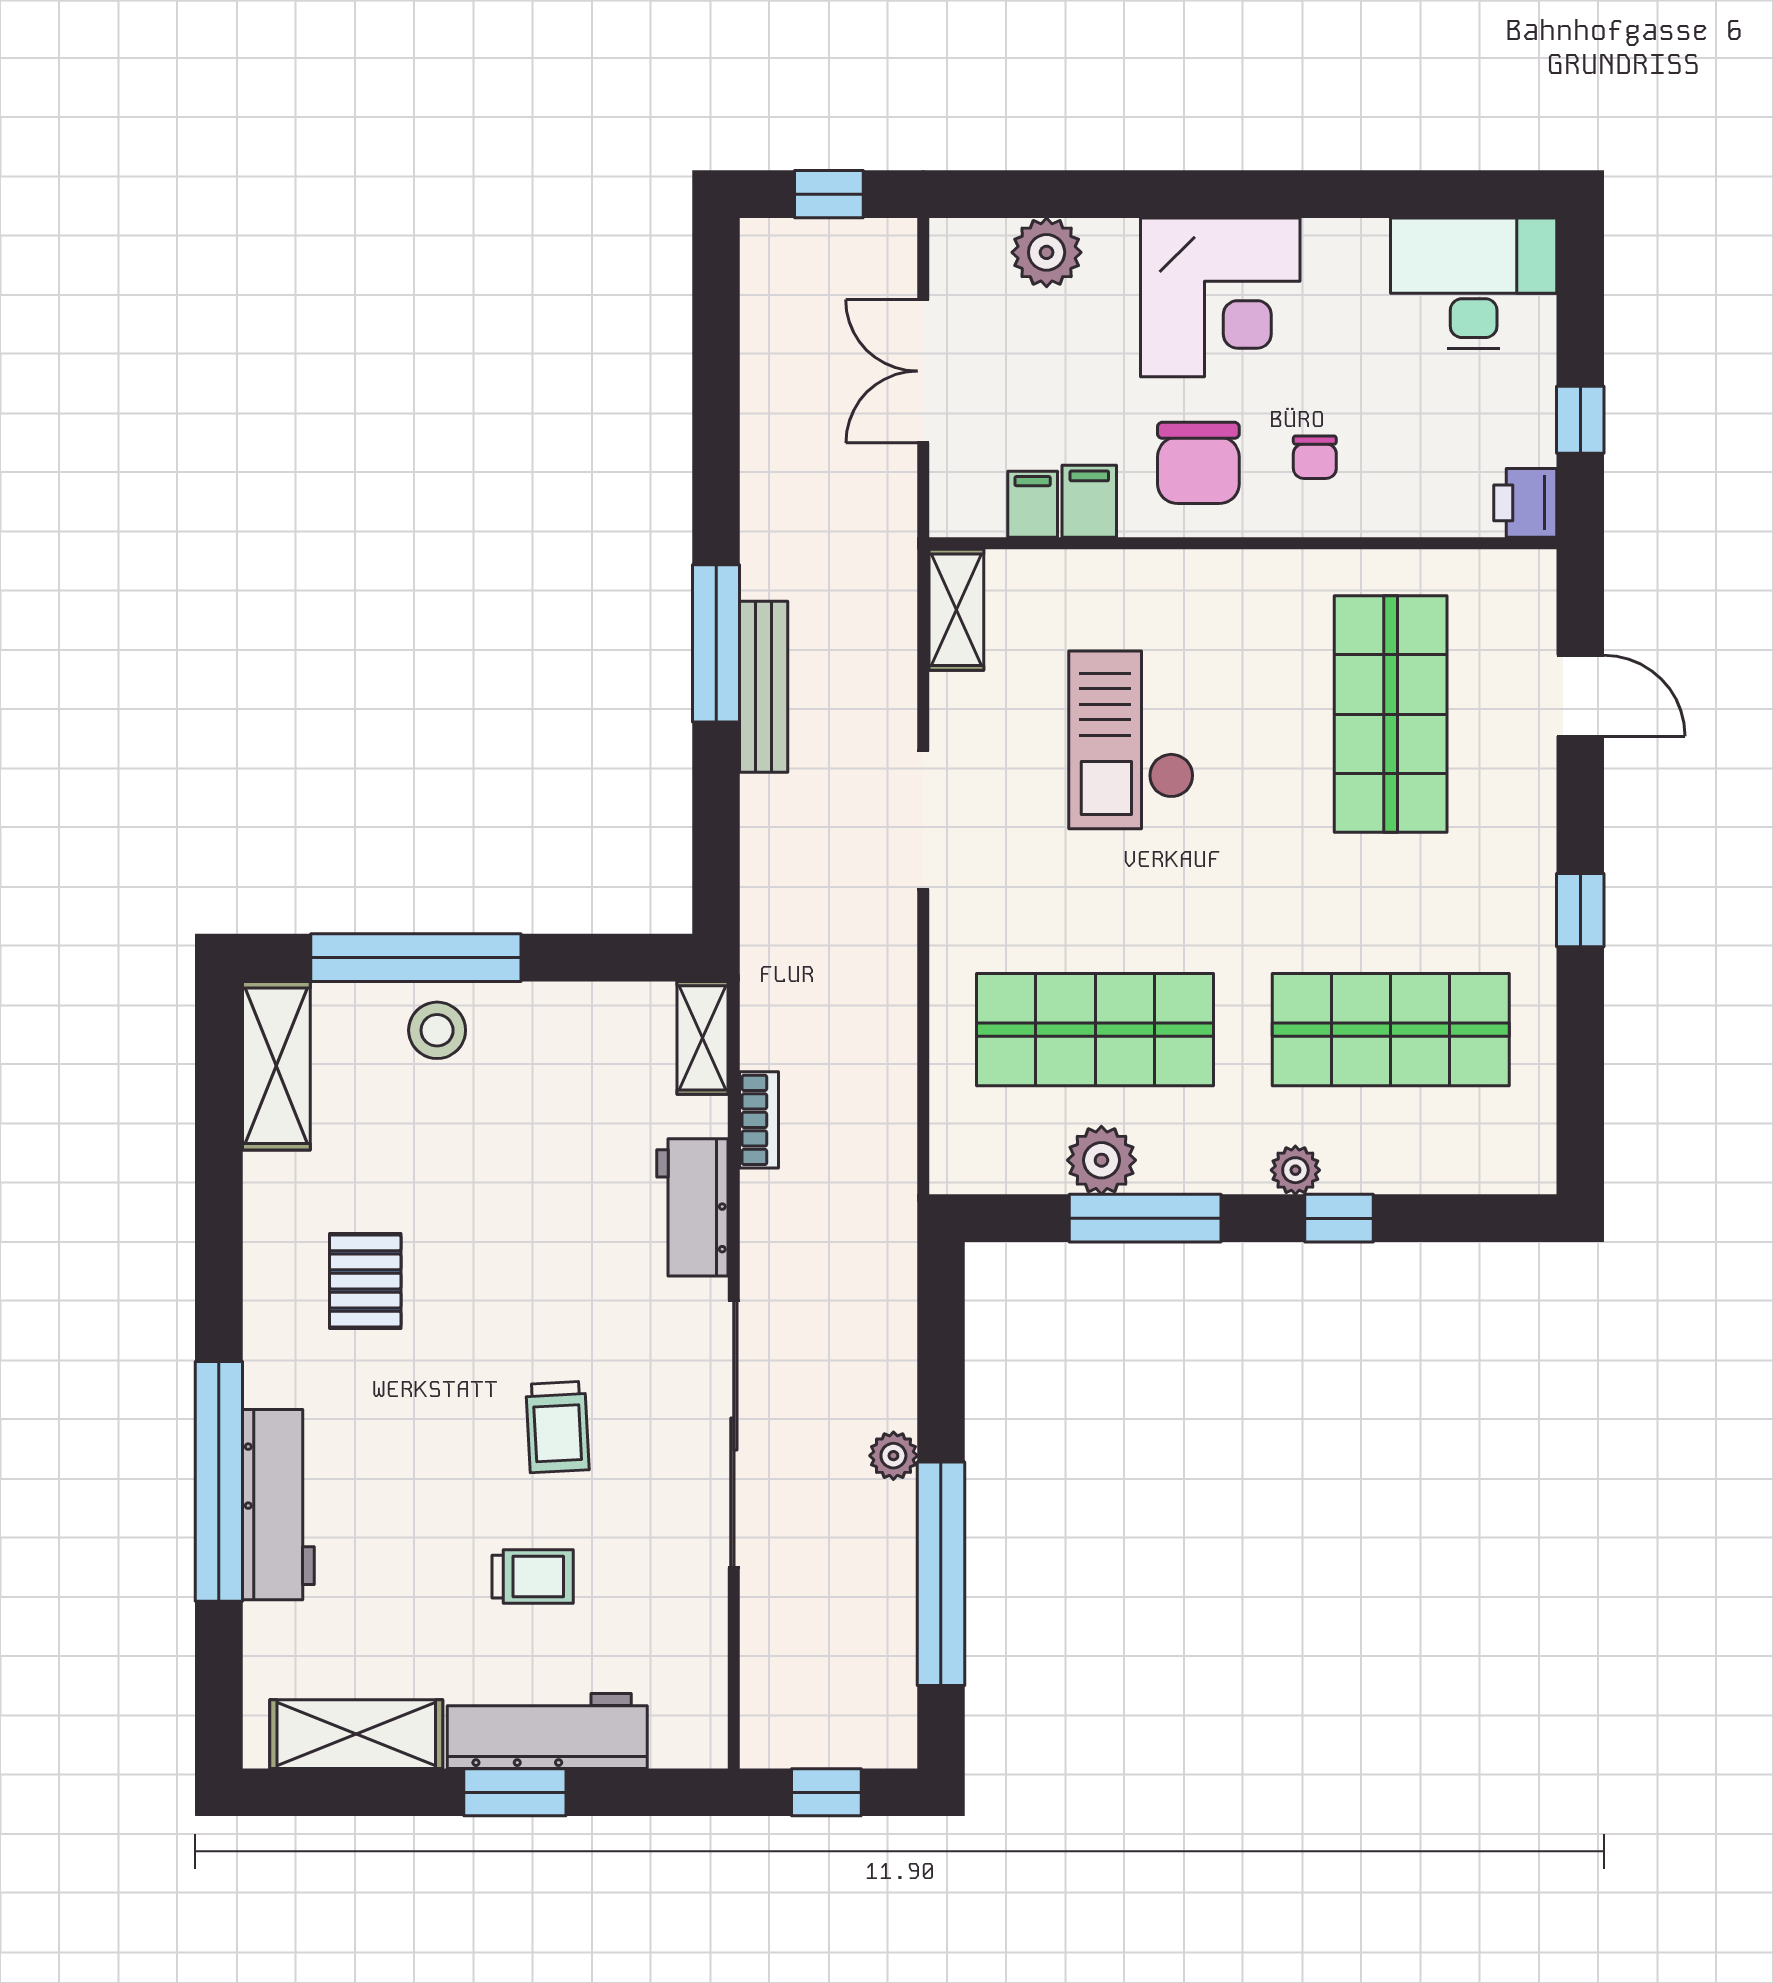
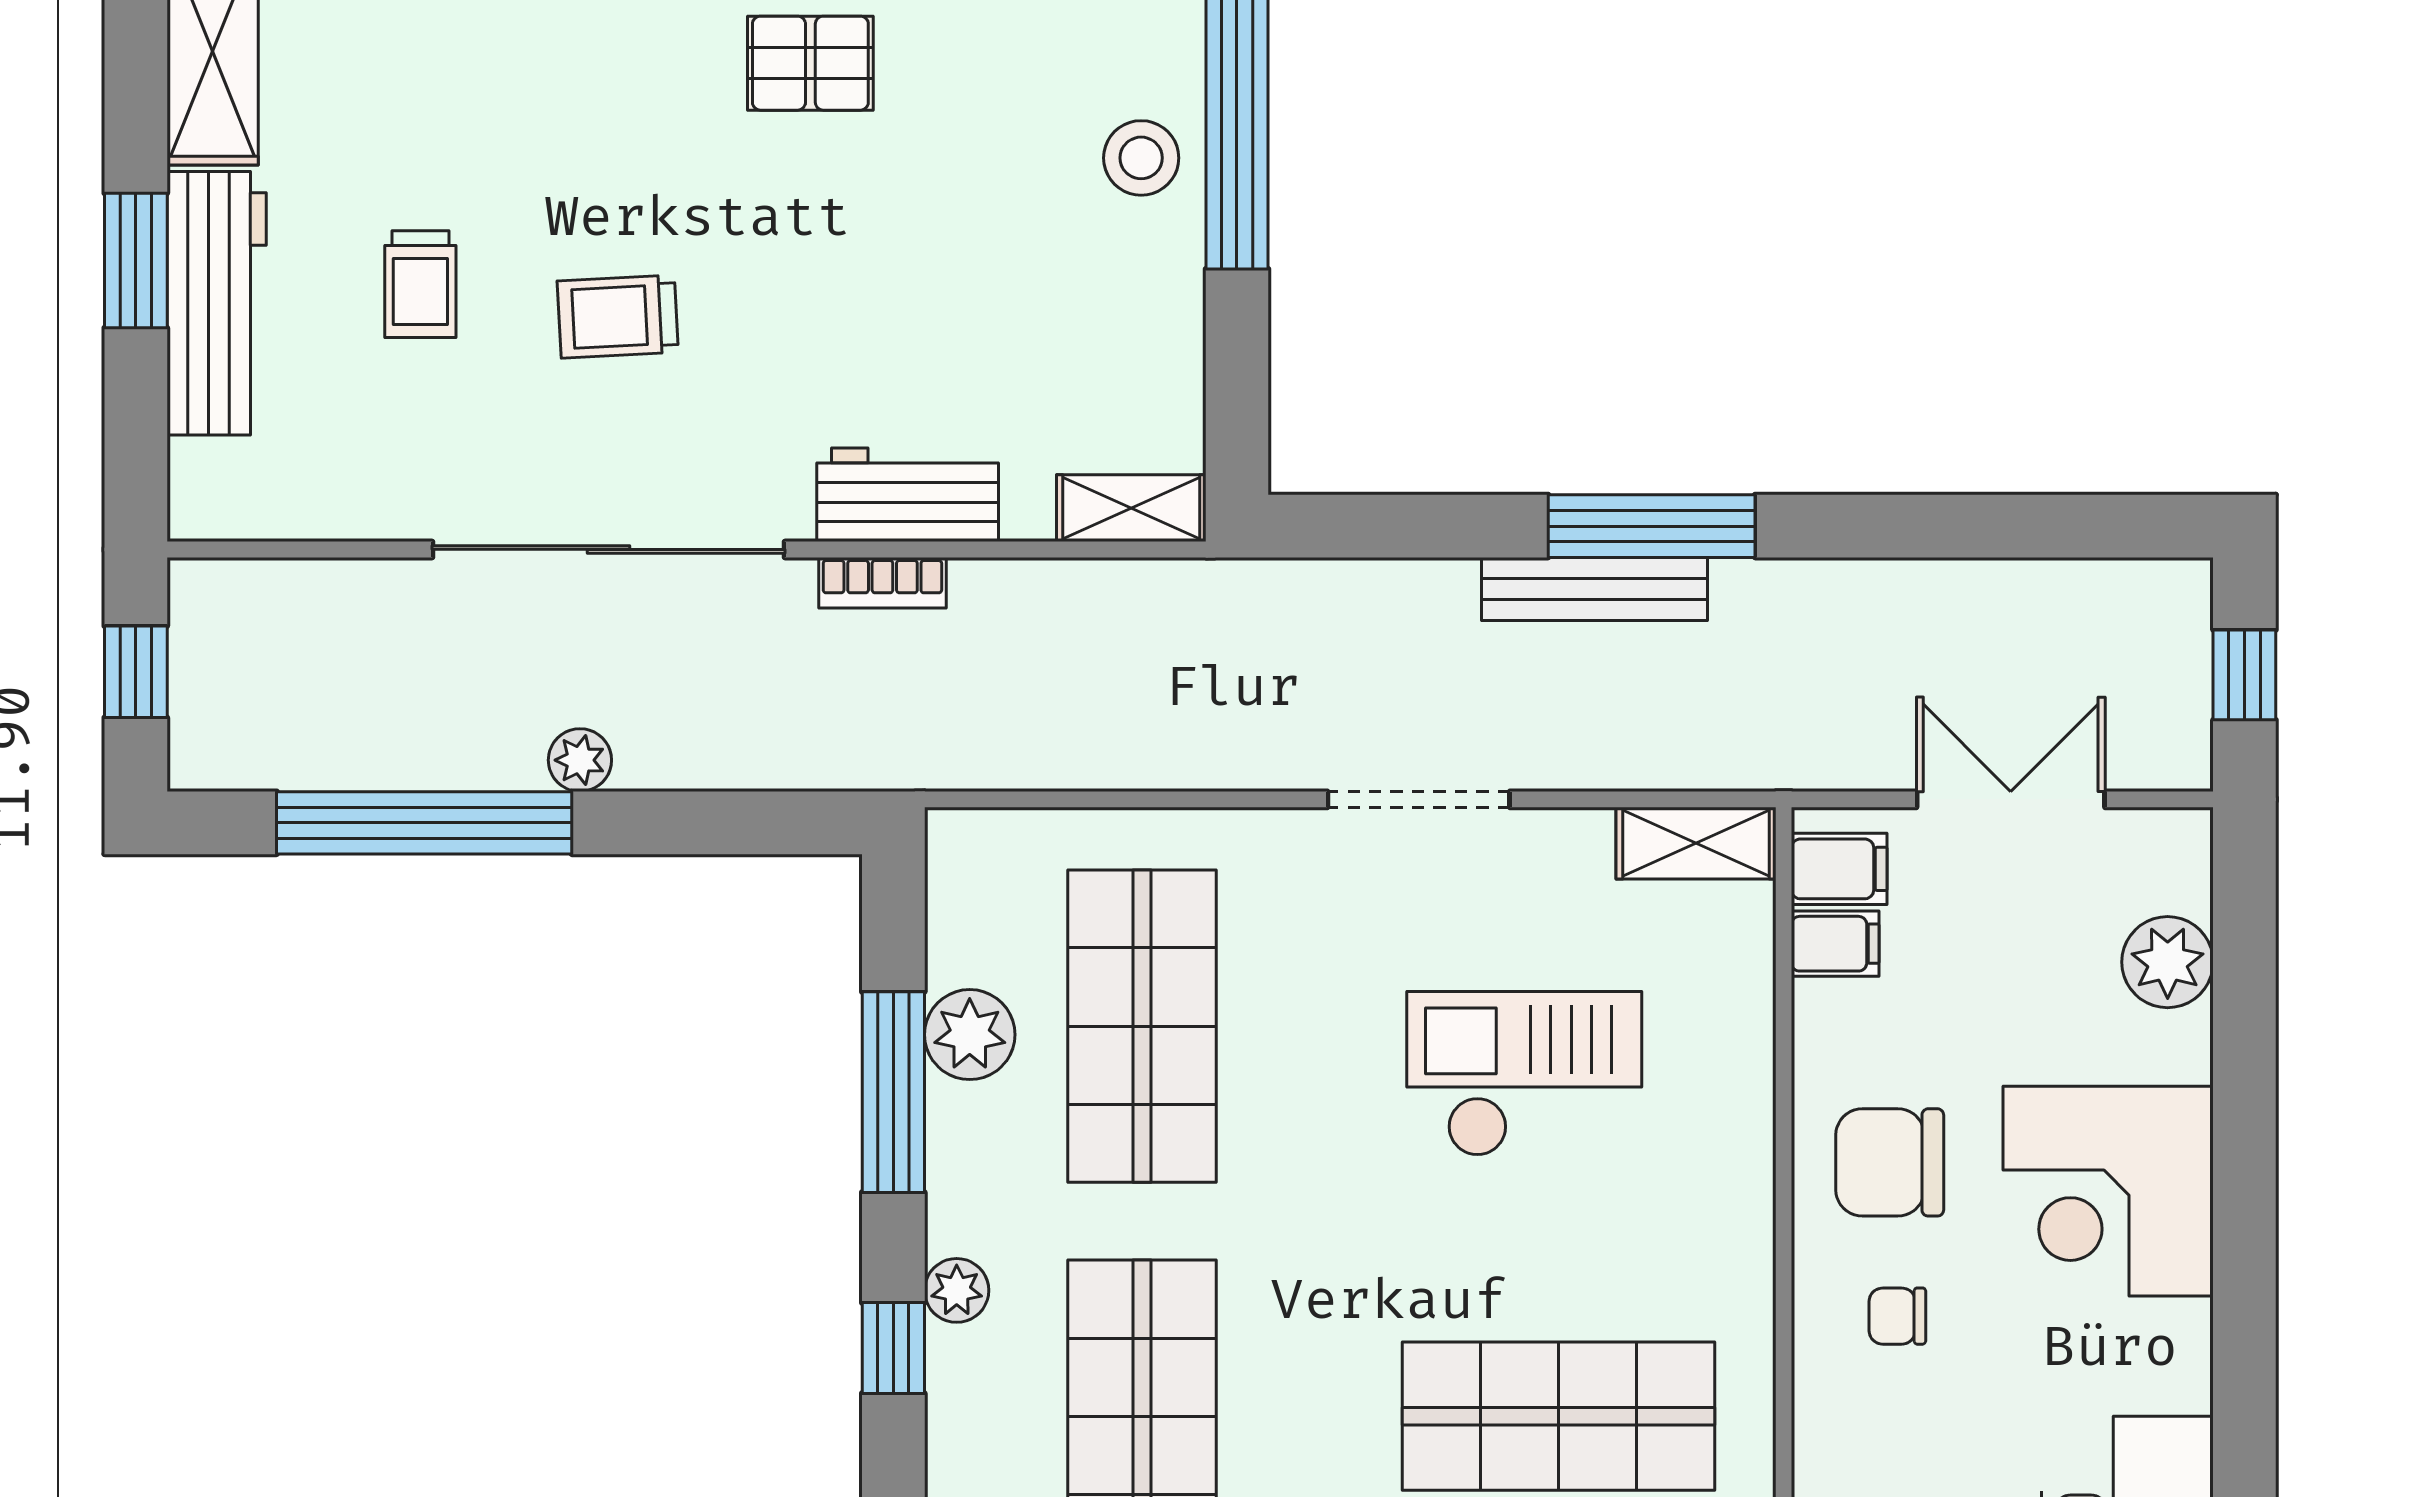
filing cabinet: (1089, 501) -> (1839, 869), moved
bookcase: (759, 1120) -> (882, 583), moved

